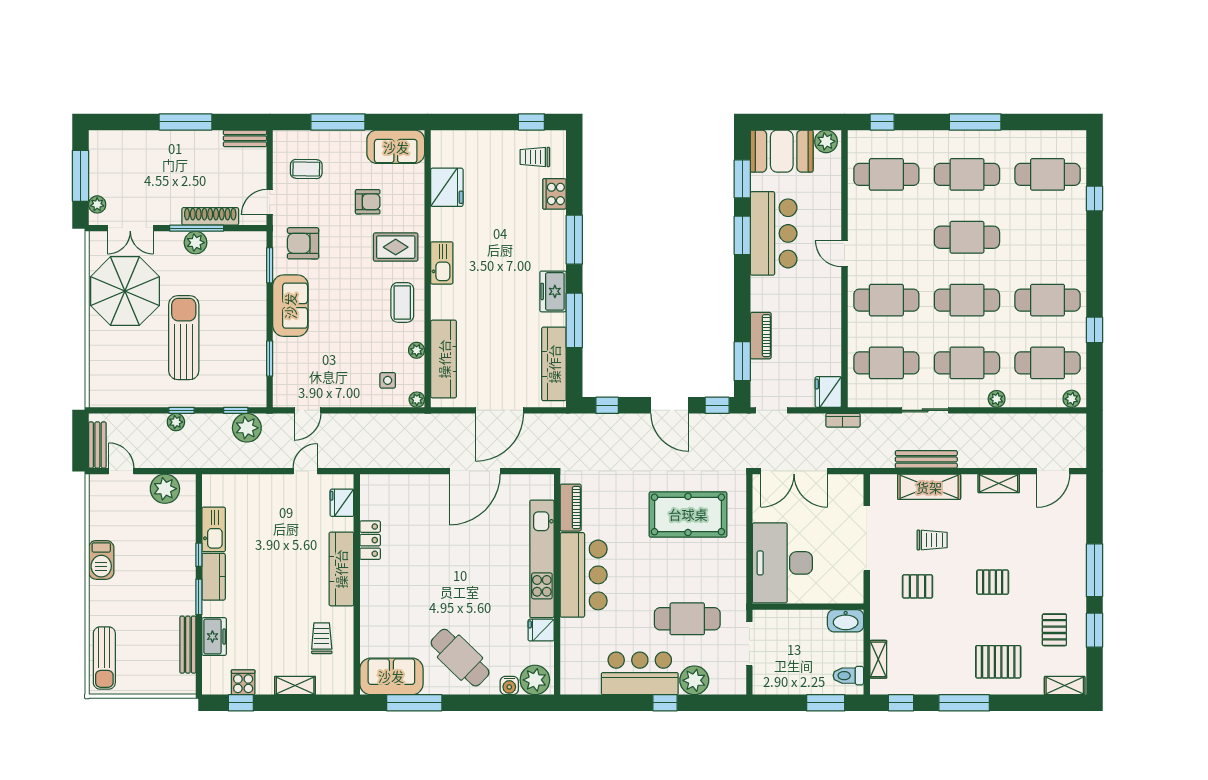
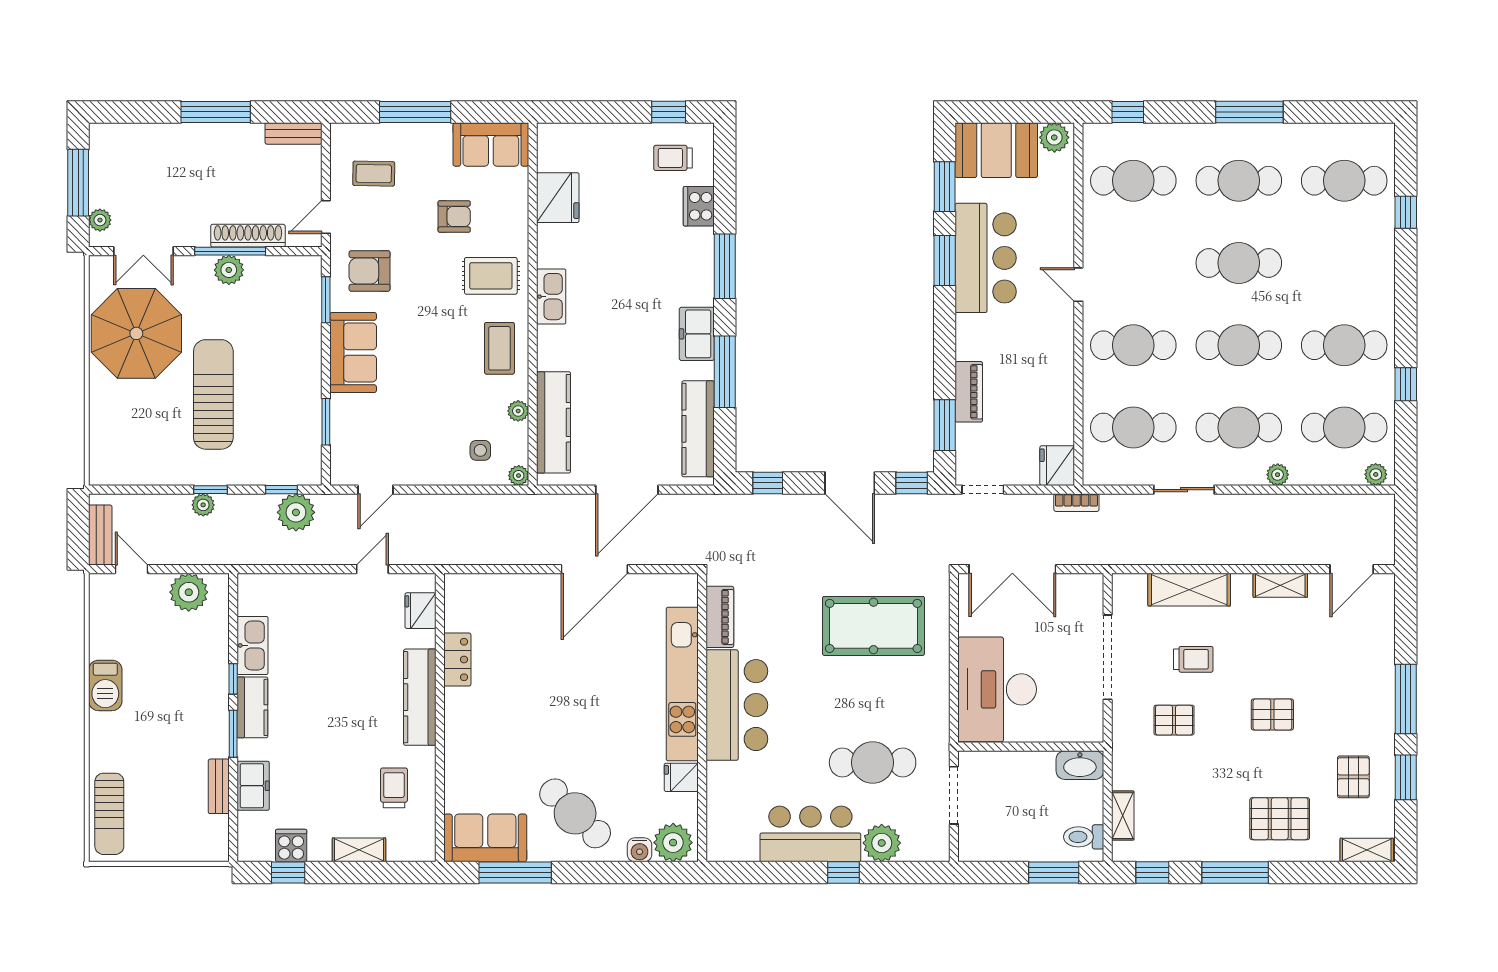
bench: (926, 459) -> (1186, 554), removed
bench: (188, 645) -> (219, 786), width x0.73

